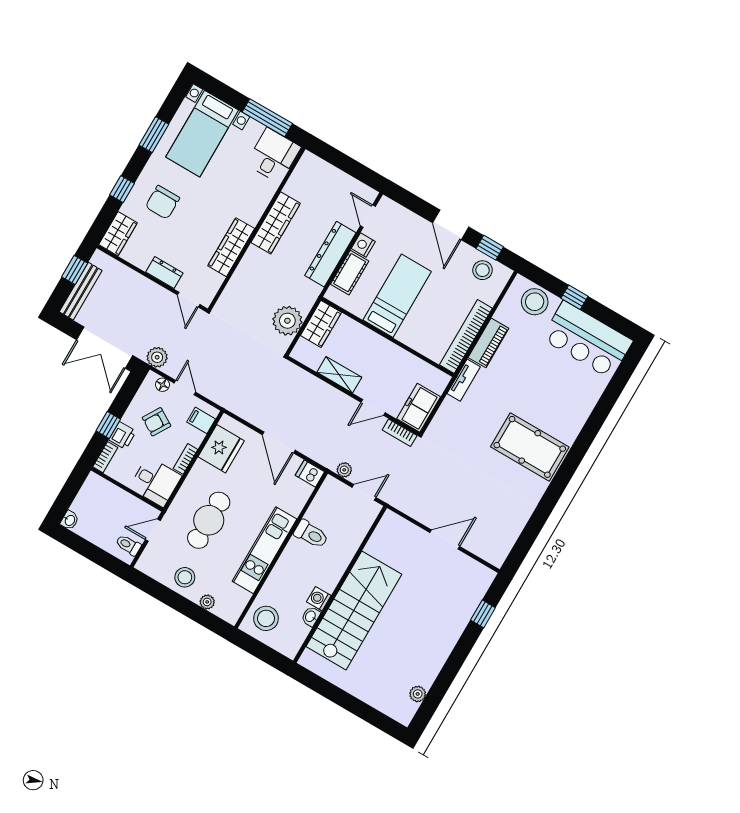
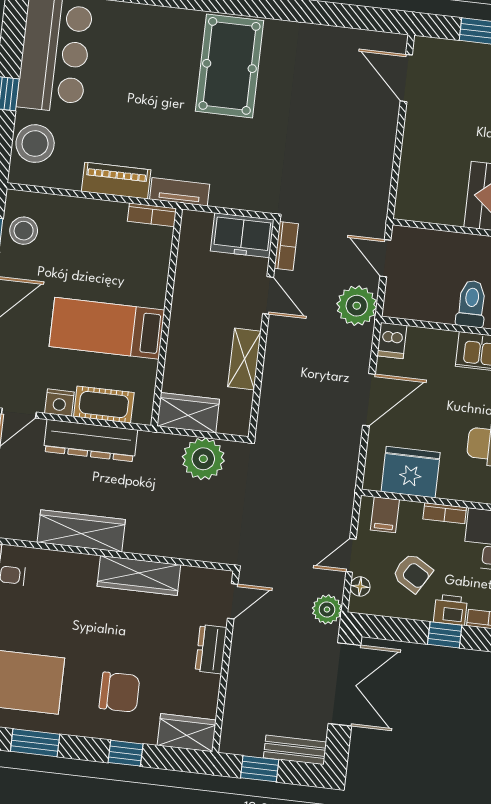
bench: (81, 291) -> (295, 750), width x0.73
bookcase: (466, 336) -> (152, 215), width x0.43, depth x0.76
plant: (344, 470) -> (357, 306), width x1.88, depth x1.88
door: (445, 540) -> (406, 78), moved

